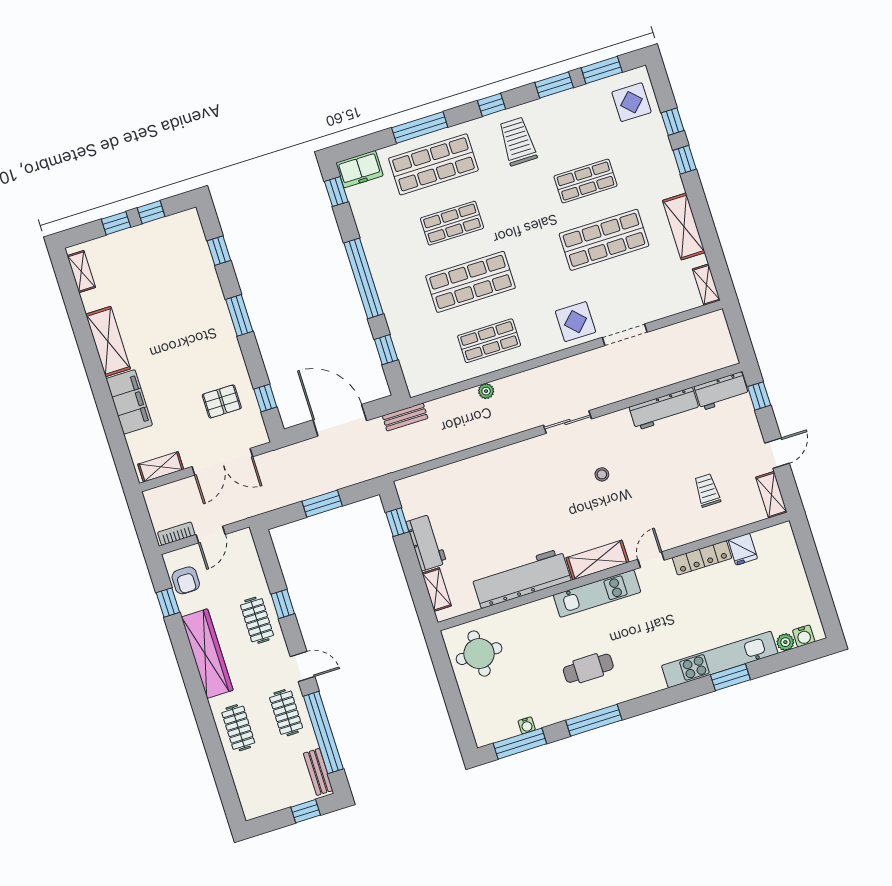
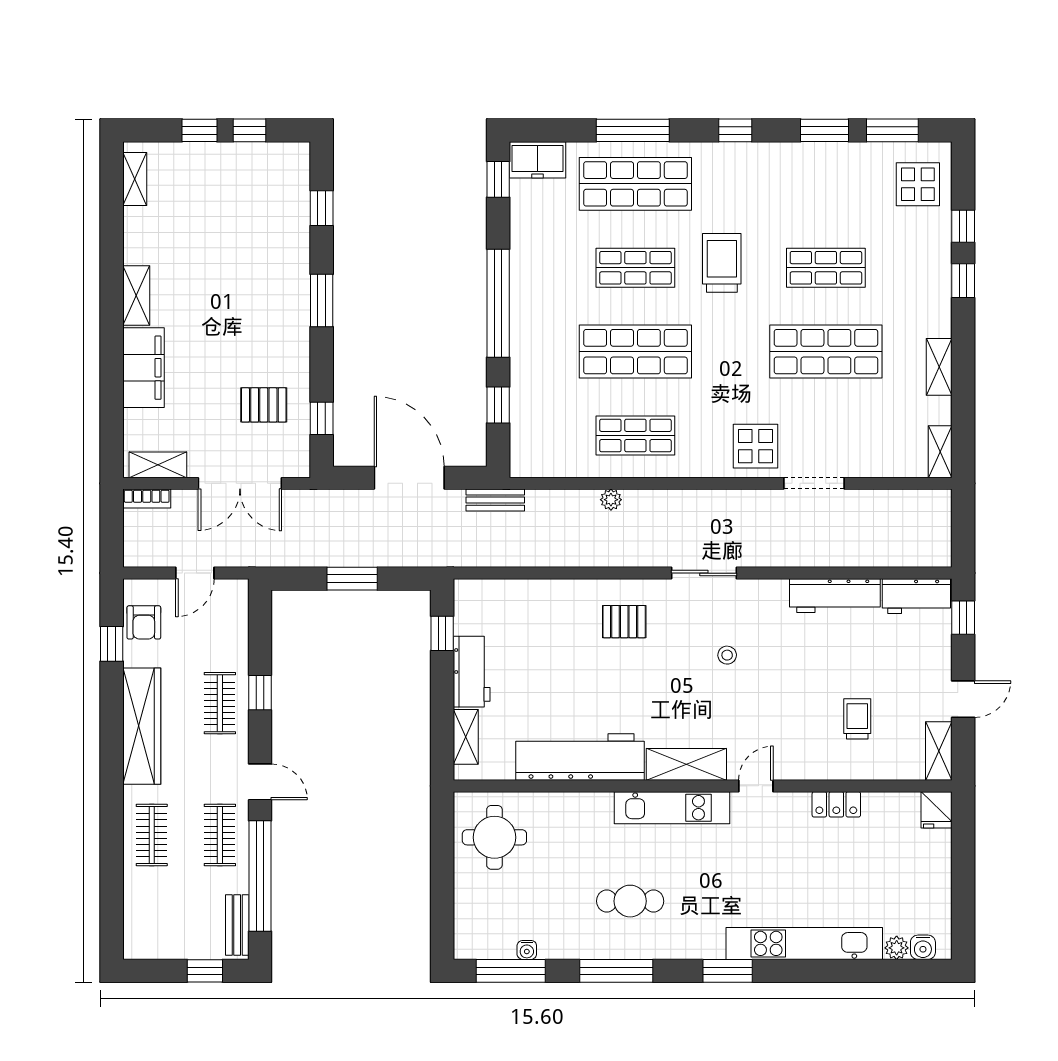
trolley: (518, 141) -> (722, 263), moved
shelving: (684, 226) -> (939, 367), width x0.67, depth x0.75
shelving: (108, 342) -> (136, 296), width x0.67, depth x0.75
pallet: (522, 474) -> (624, 622), added
bookcase: (176, 534) -> (147, 499), moved, turned 180
fridge: (743, 549) -> (937, 810), moved
locker: (702, 558) -> (836, 804), width x0.66
window: (730, 677) -> (728, 971), moved

